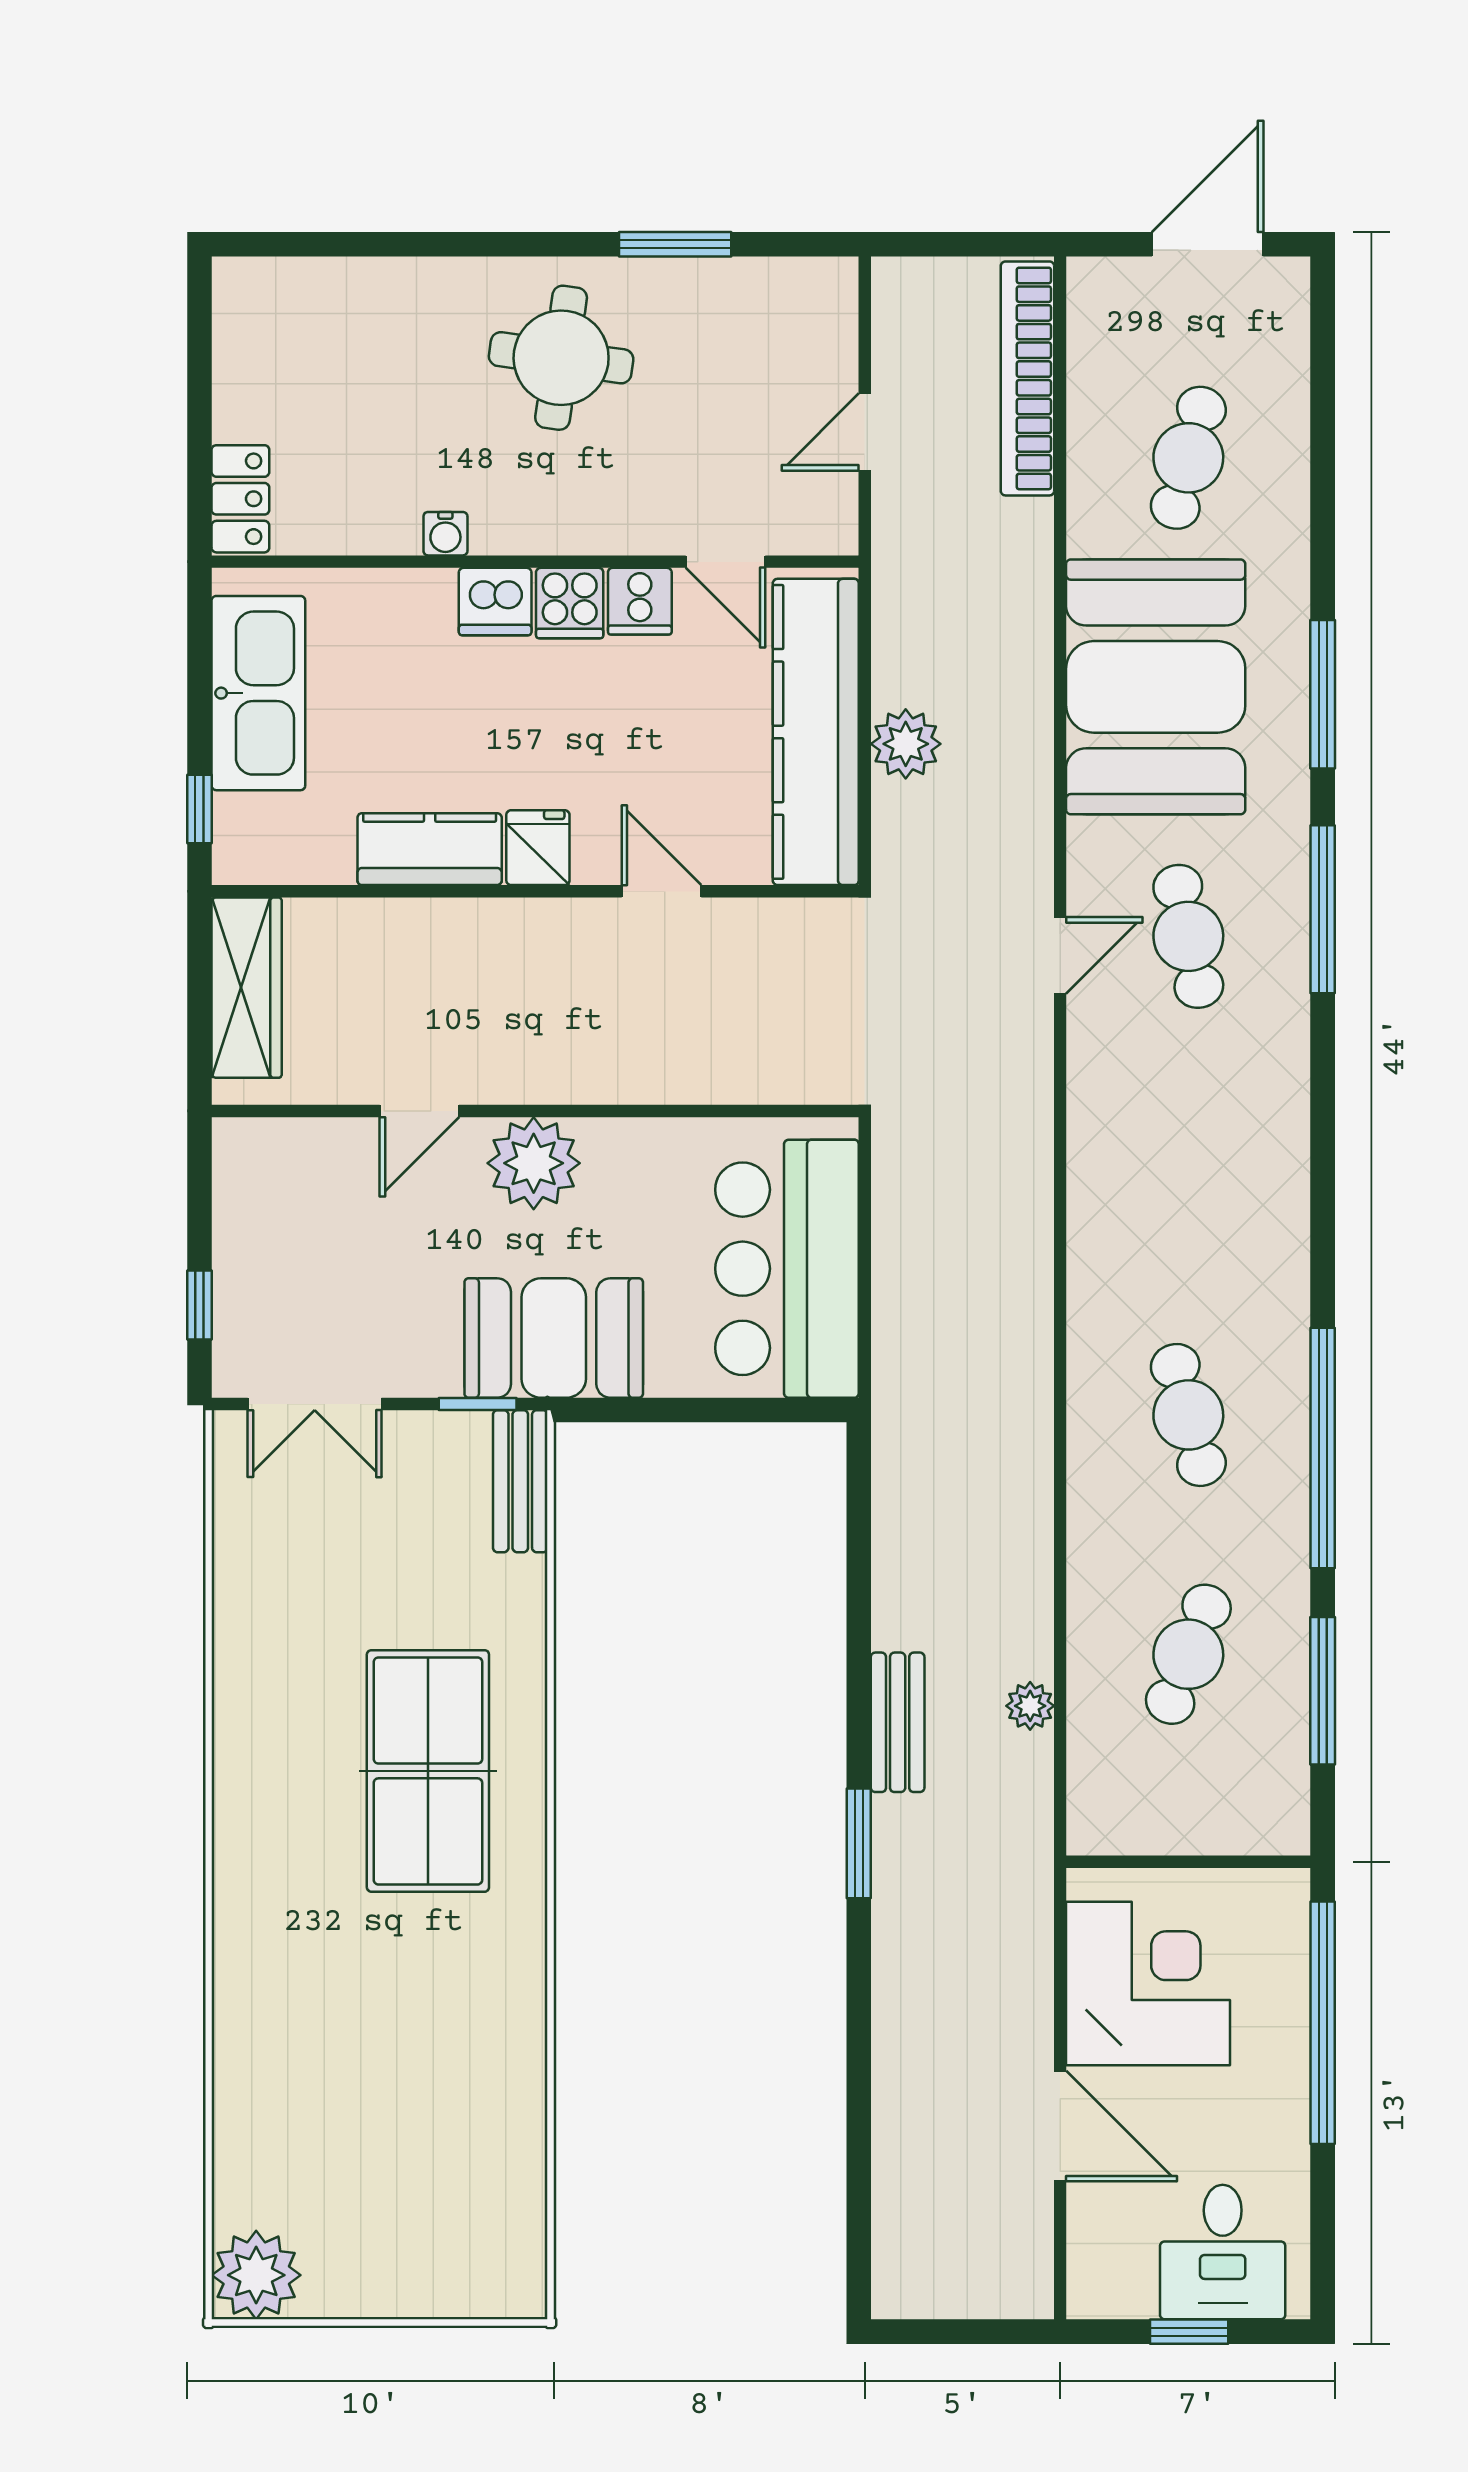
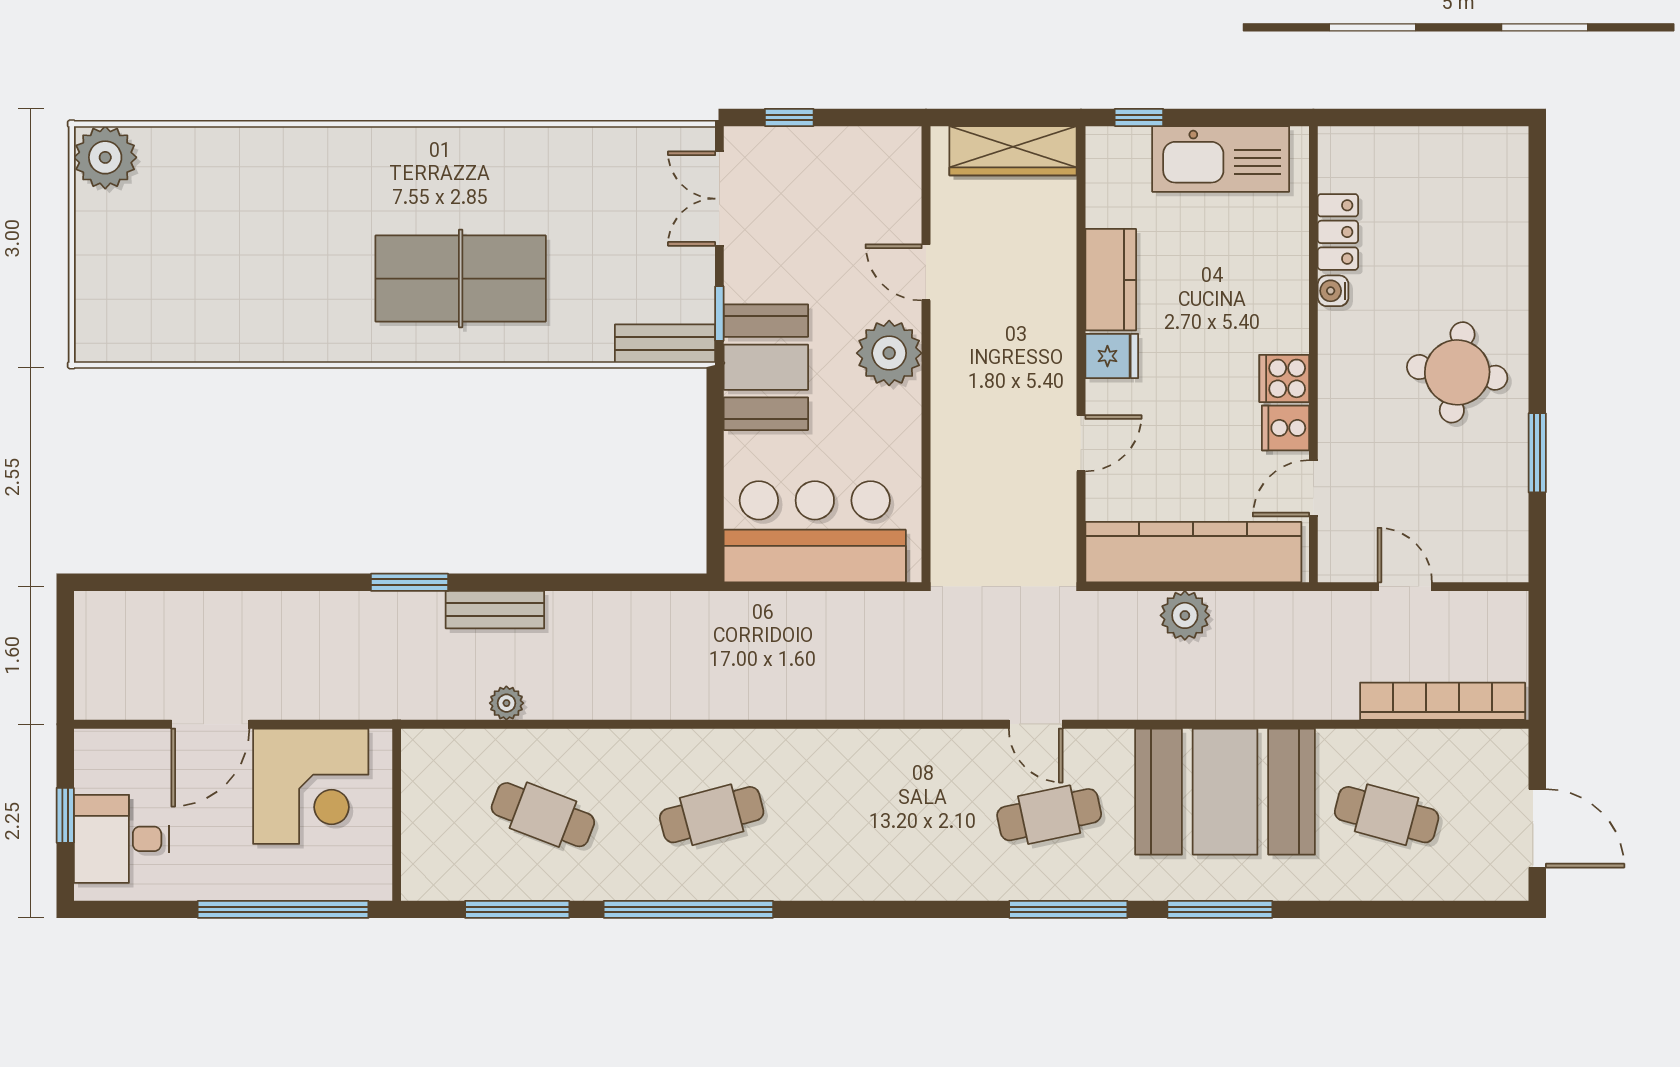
locker: (240, 499) -> (1338, 232), moved, turned -90
dishwasher: (495, 602) -> (1285, 326), removed

